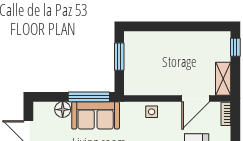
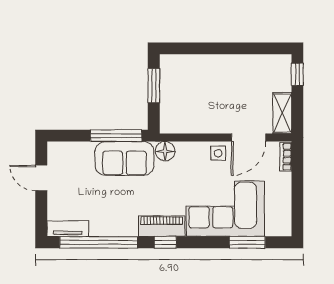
floor lamp: (63, 110) -> (165, 151), moved
side table: (152, 112) -> (218, 153), moved

